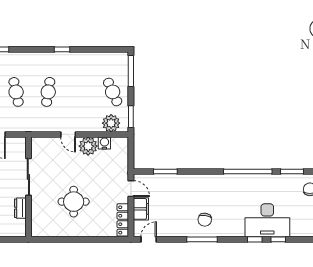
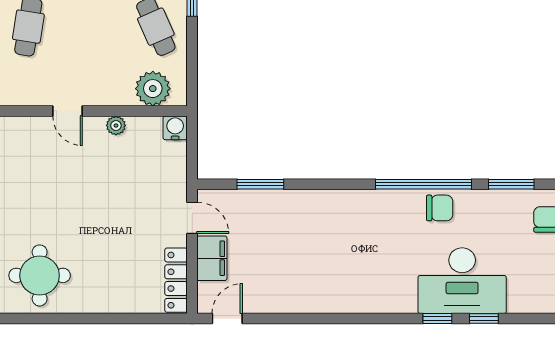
window: (131, 117) -> (192, 75), removed
water cooler: (104, 143) -> (175, 128), moved
plant: (88, 146) -> (116, 126), width x0.53, depth x0.53
round table: (74, 202) -> (40, 275), moved
chair: (205, 220) -> (440, 208), moved, turned -98
window: (202, 239) -> (333, 319), removed

